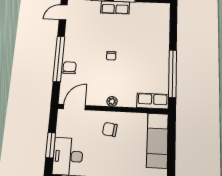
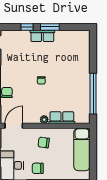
row of seats: (153, 101) -> (62, 118), moved
chair: (100, 162) -> (38, 168), added

